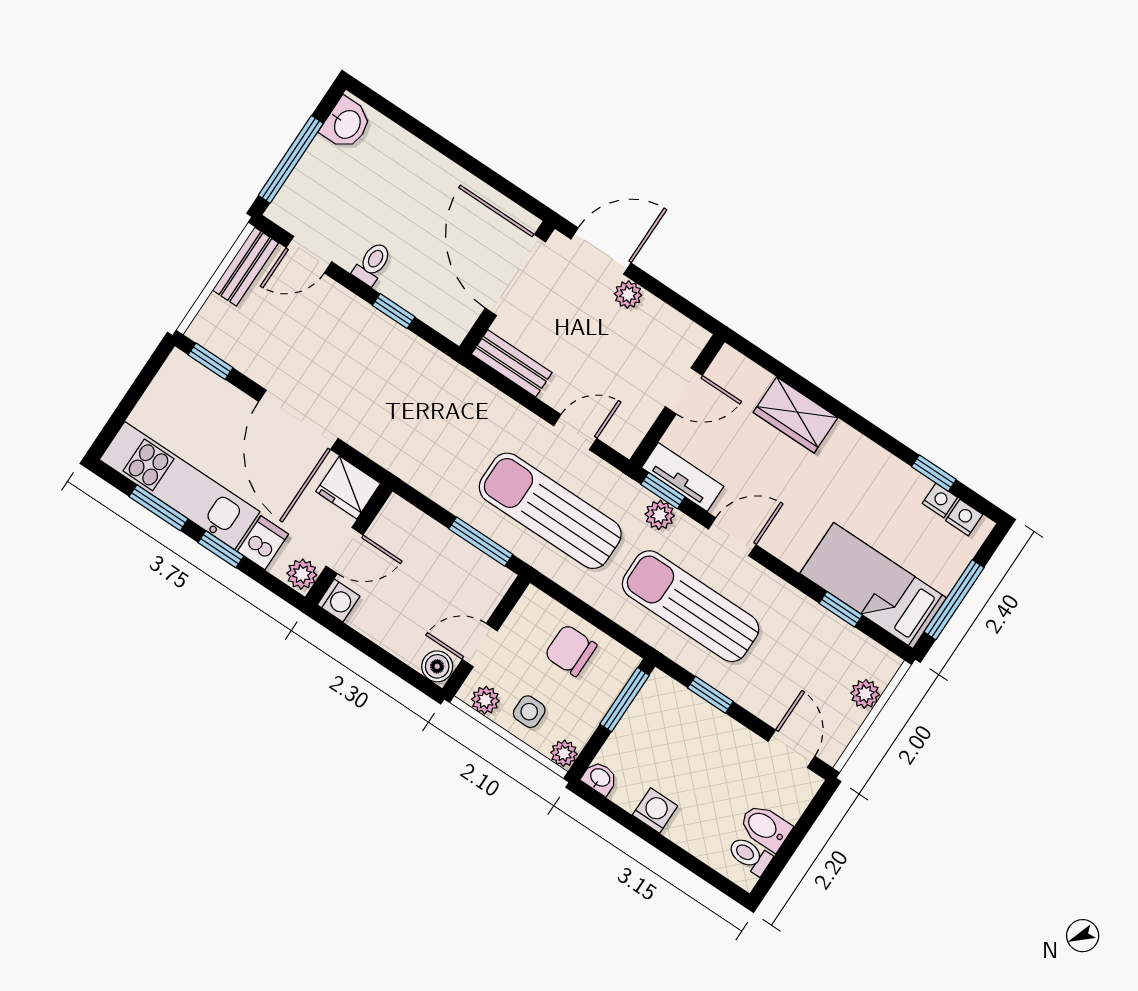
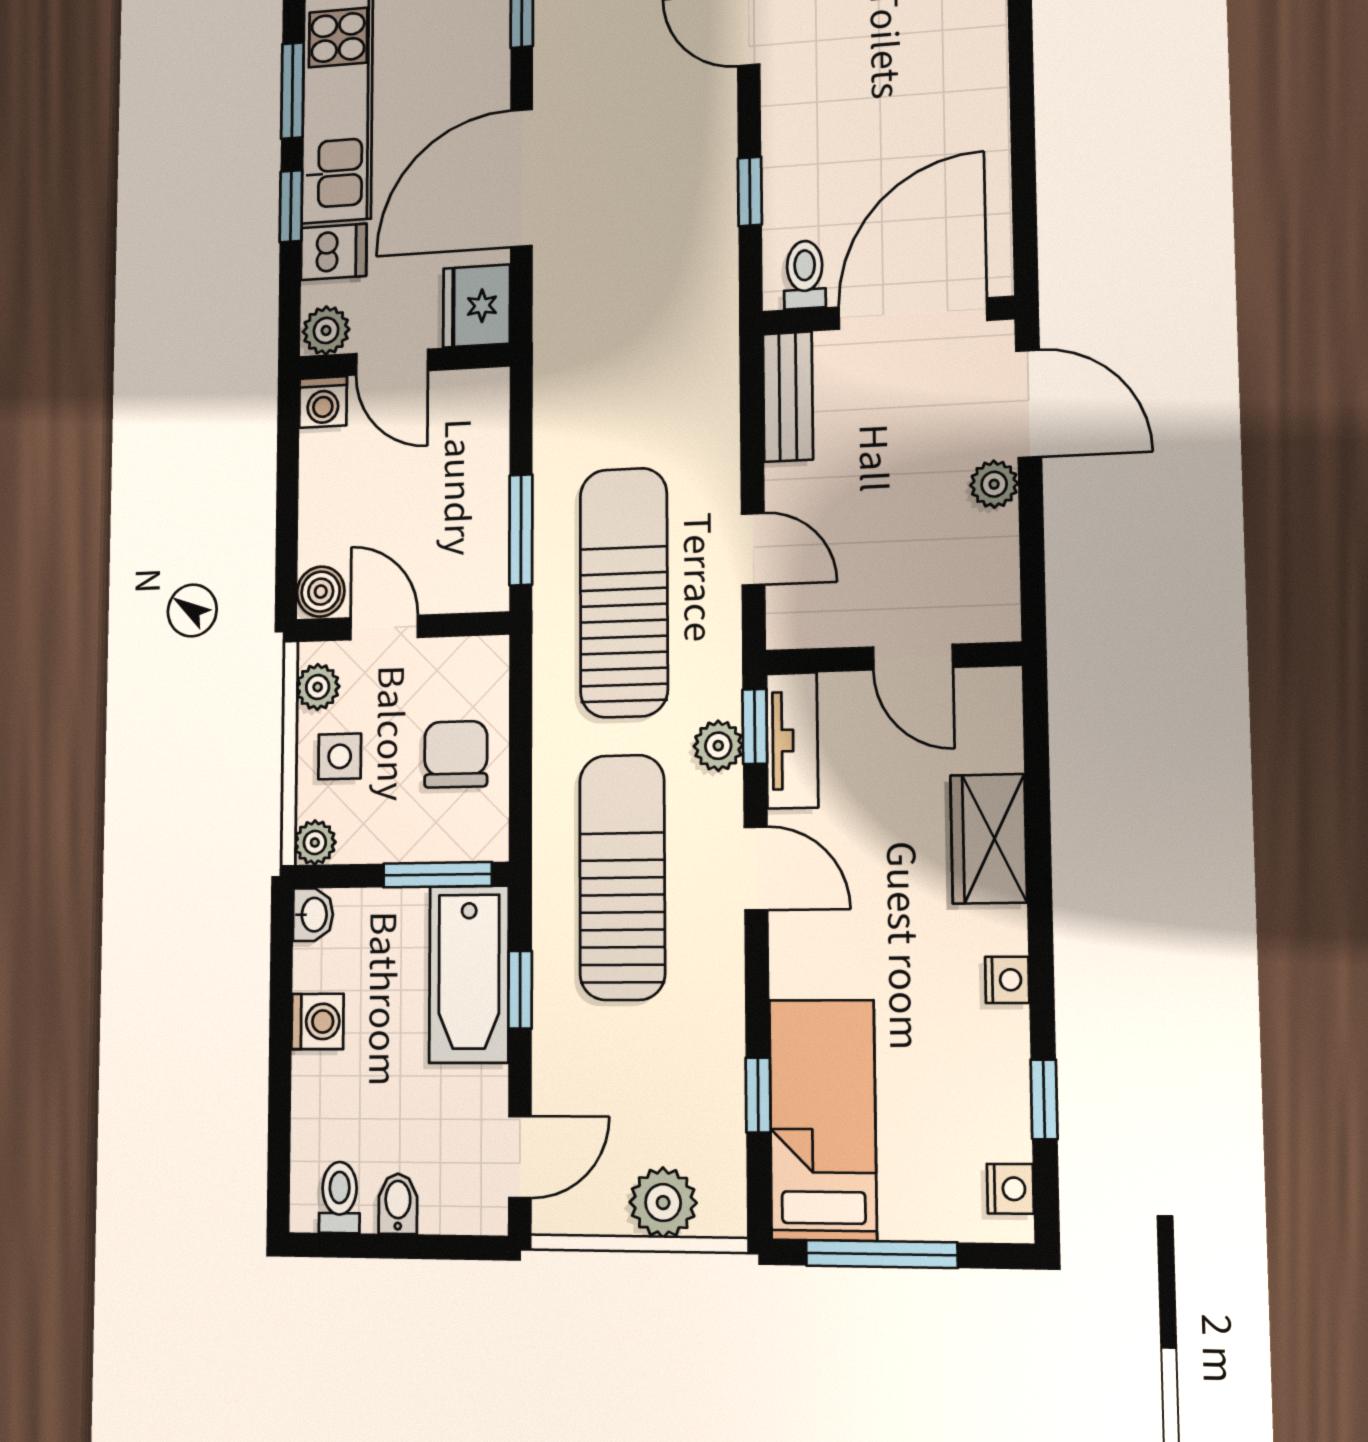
toilet: (372, 263) -> (805, 275), moved, turned -90
nightstand: (940, 500) -> (1007, 980), moved
plant: (865, 694) -> (663, 1203), width x1.38, depth x1.38
bathtub: (685, 716) -> (469, 974), added
bidet: (765, 827) -> (398, 1204), width x0.72, depth x0.74

